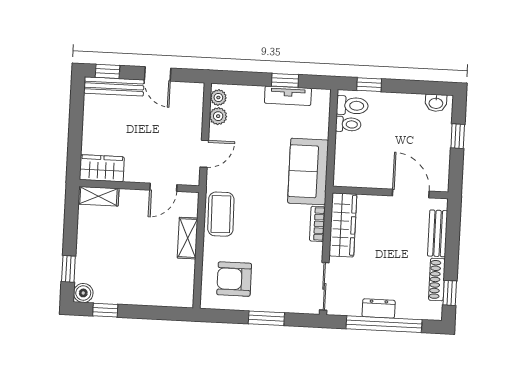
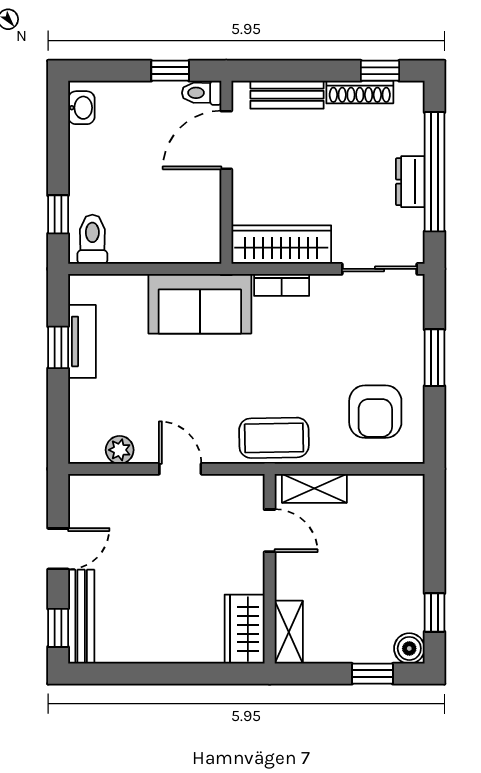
plant: (218, 98) -> (90, 451), removed
toilet: (348, 124) -> (202, 93), moved, turned -90
window: (458, 136) -> (170, 71), moved
wardrobe: (102, 168) -> (245, 629), moved
wall: (139, 186) -> (270, 569), moved
door: (163, 187) -> (270, 531), moved
shelving: (98, 196) -> (289, 632), moved

